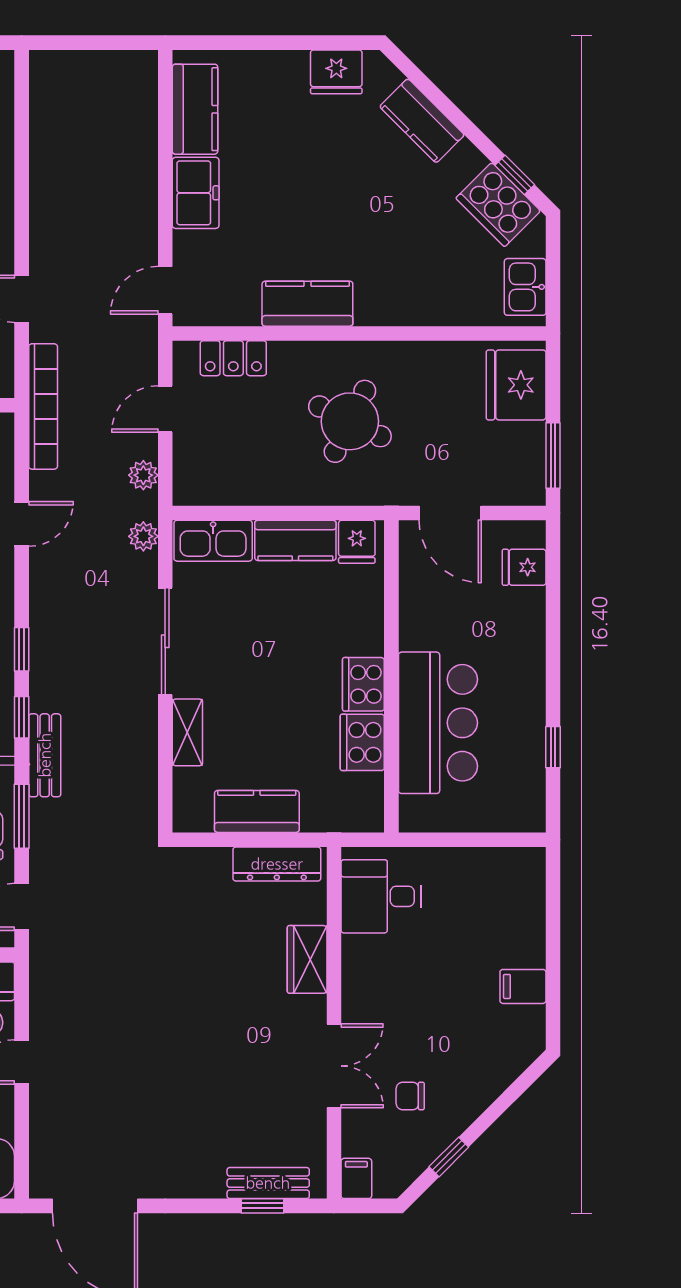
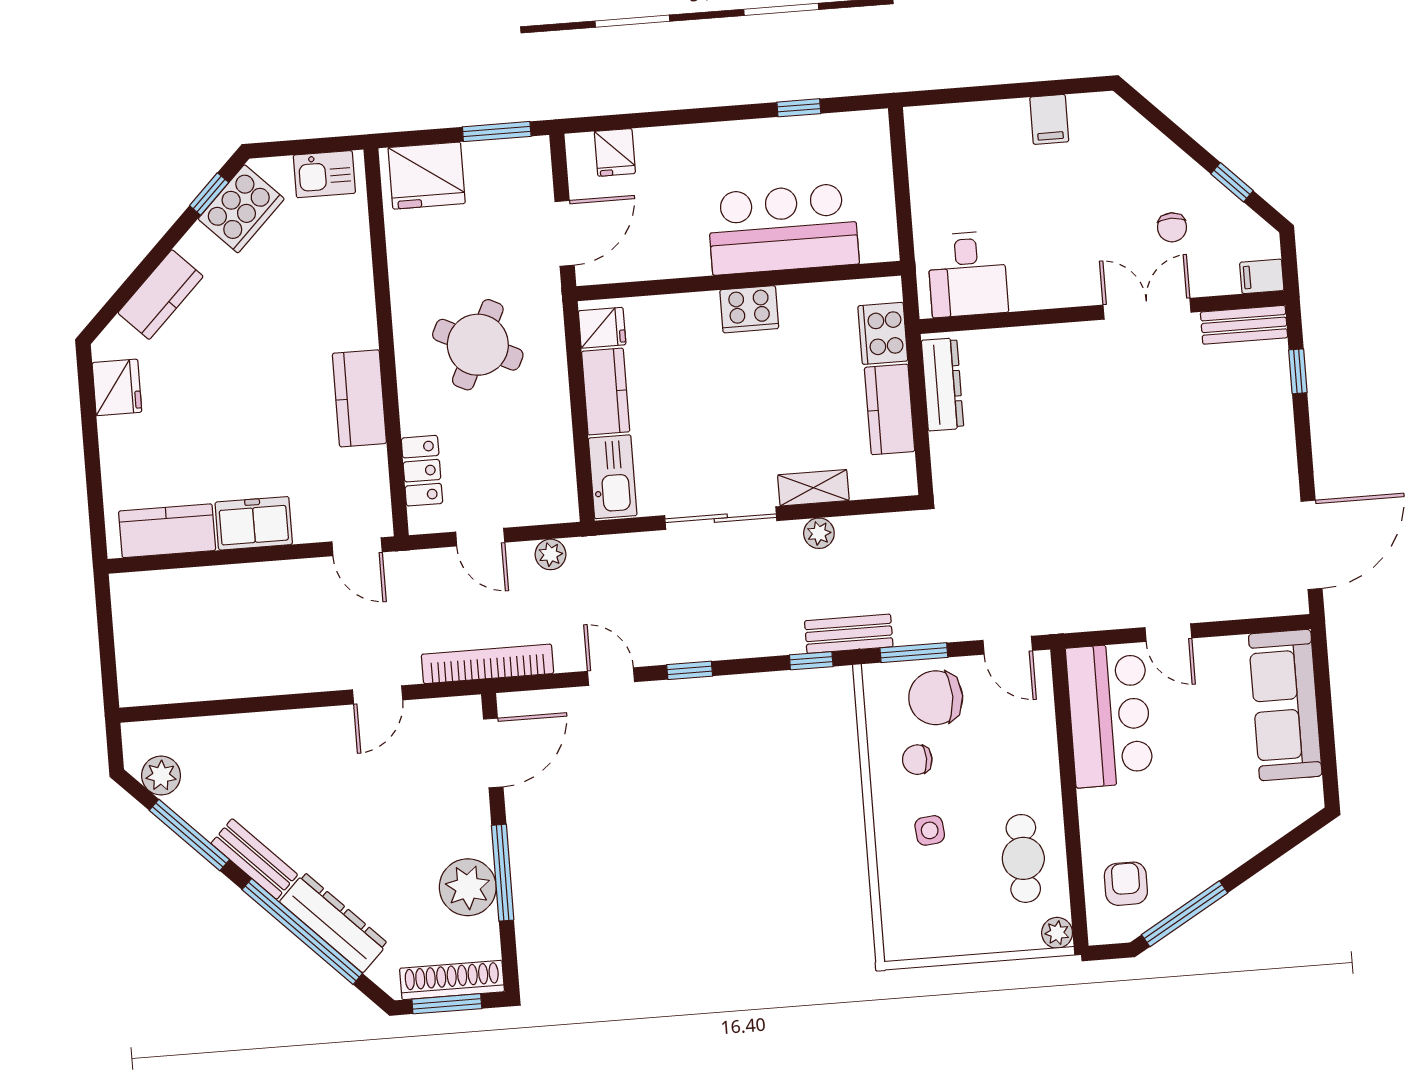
plant: (143, 536) -> (819, 533), moved
window: (22, 649) -> (690, 670), moved
cooker: (362, 742) -> (883, 333), moved, turned 90
wardrobe: (307, 959) -> (1039, 345), removed
bench: (268, 1183) -> (1244, 325), moved, turned 90

